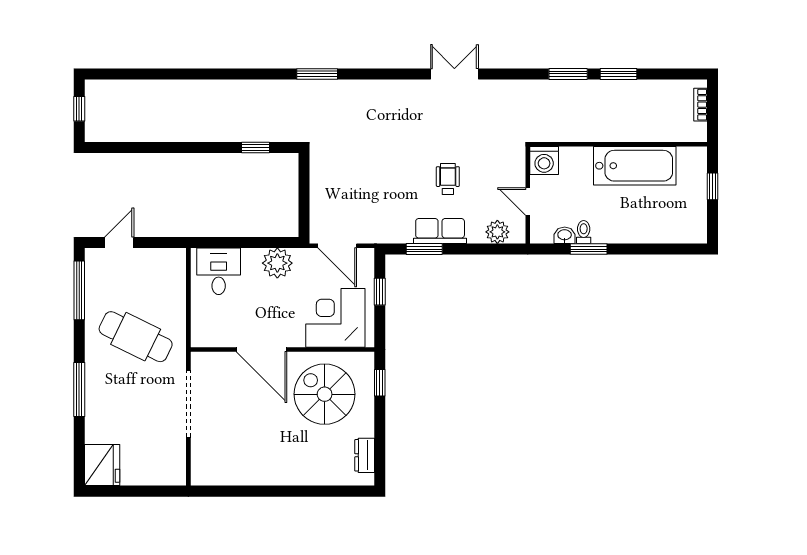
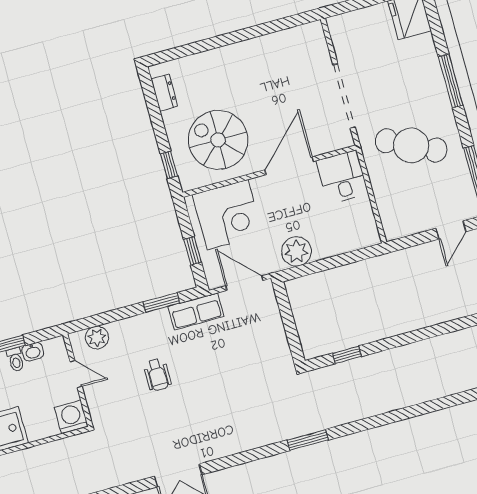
row of seats: (440, 231) -> (196, 311), moved
desk: (219, 271) -> (342, 177), moved, turned 180
door: (261, 350) -> (289, 166), hinge flipped
spiral stairs: (325, 394) -> (218, 140), turned 180

